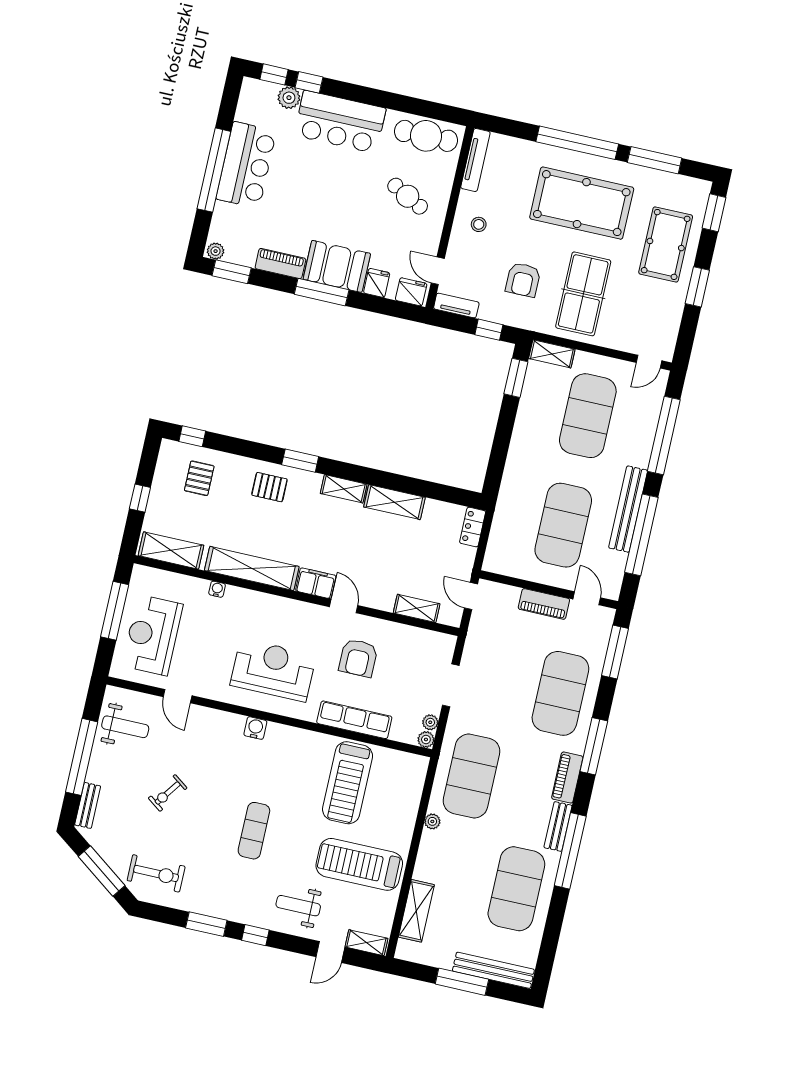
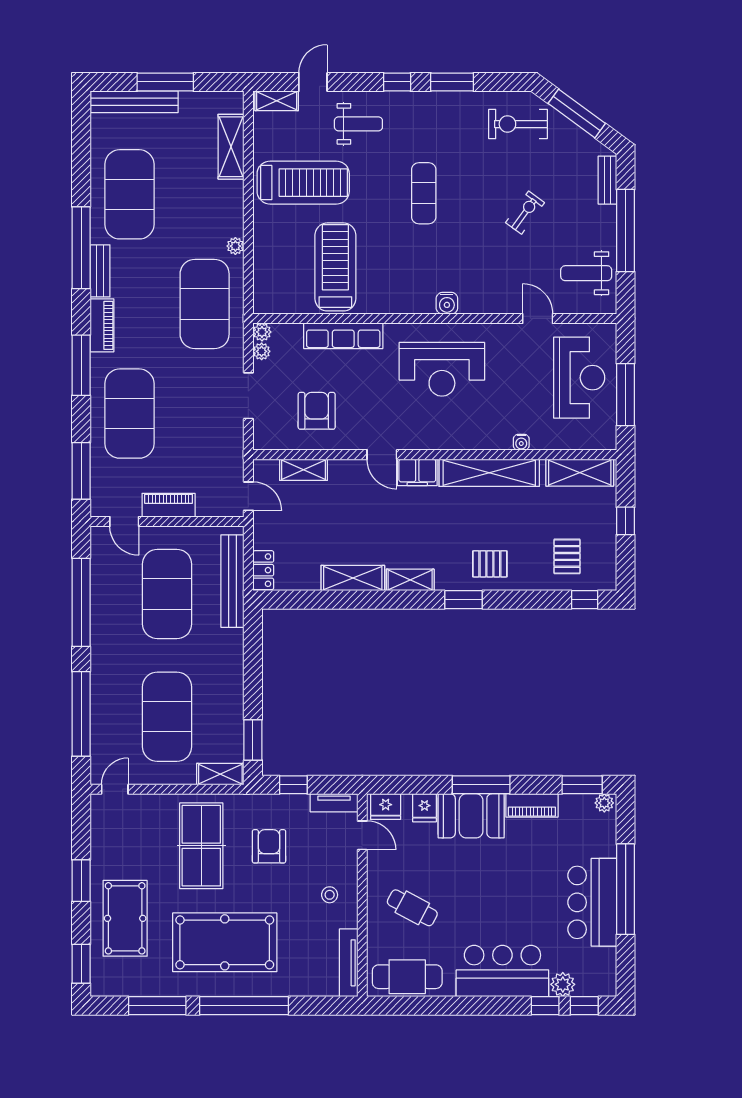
bench: (628, 509) -> (232, 581), moved
armchair: (358, 658) -> (317, 411), moved

